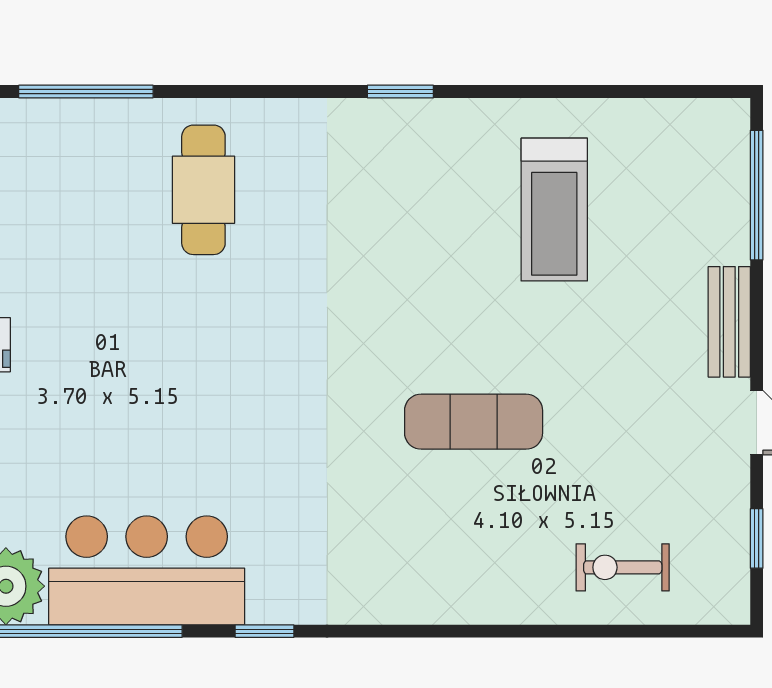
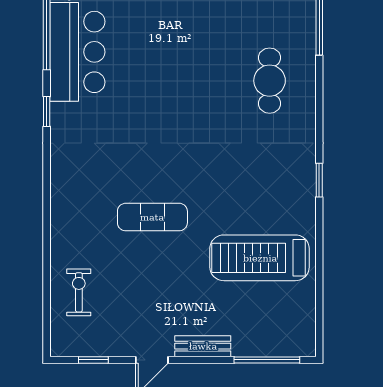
cafe table: (203, 190) -> (270, 81), turned 90
treadmill: (554, 210) -> (260, 258), width x1.37, depth x1.38
exercise mat: (474, 422) -> (152, 217), turned 90

